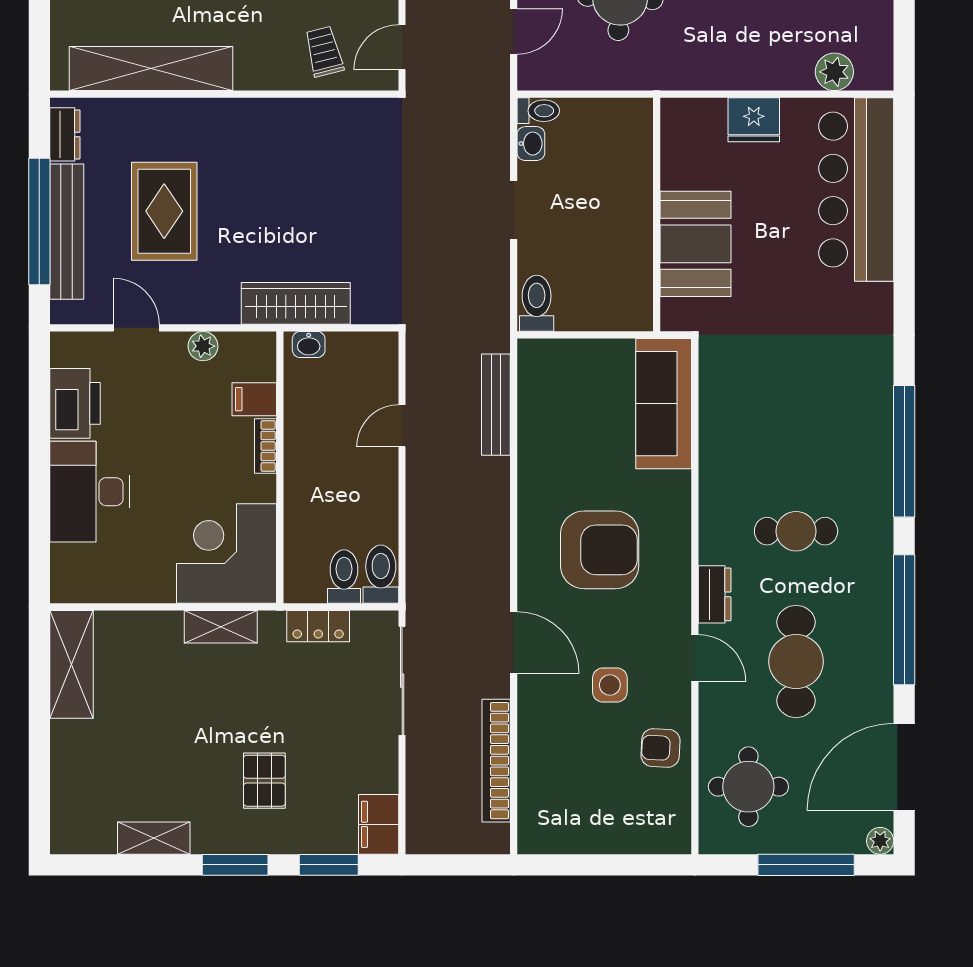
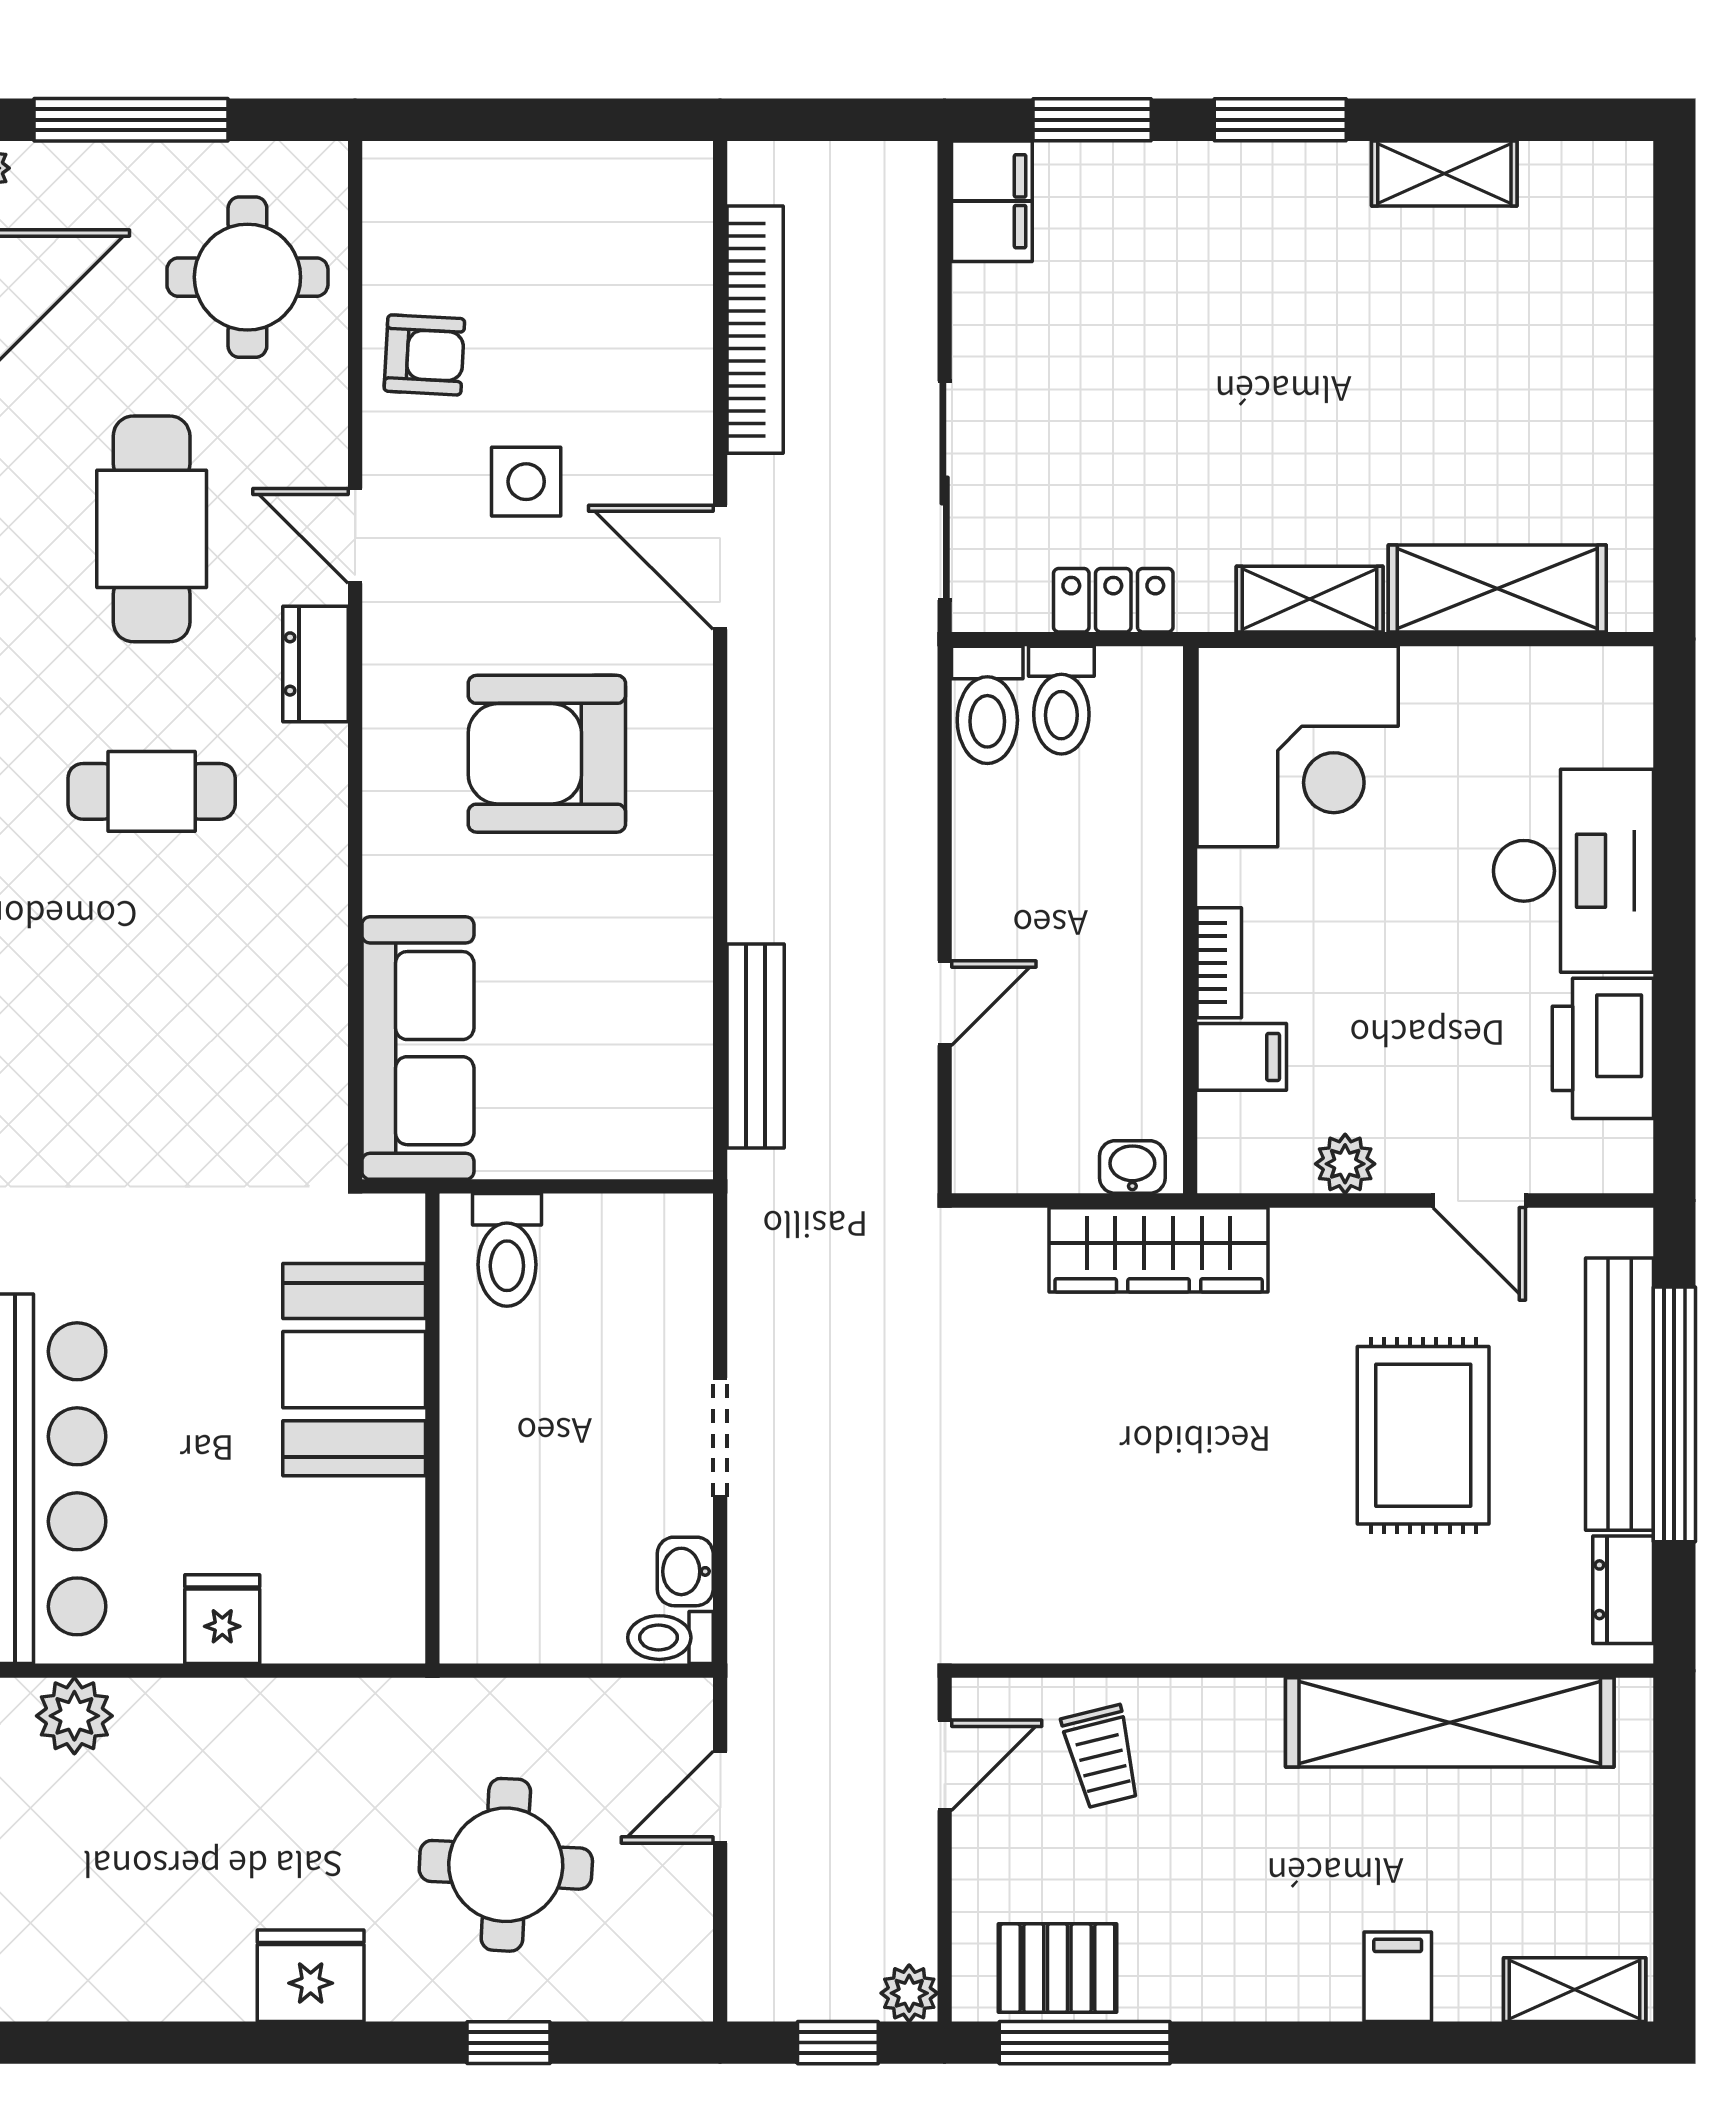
fridge: (754, 120) -> (222, 1619), width x0.72
toilet: (537, 303) -> (507, 1250), moved
shelving: (71, 664) -> (1497, 589), moved, turned 90
pallet: (264, 781) -> (1222, 289), removed

